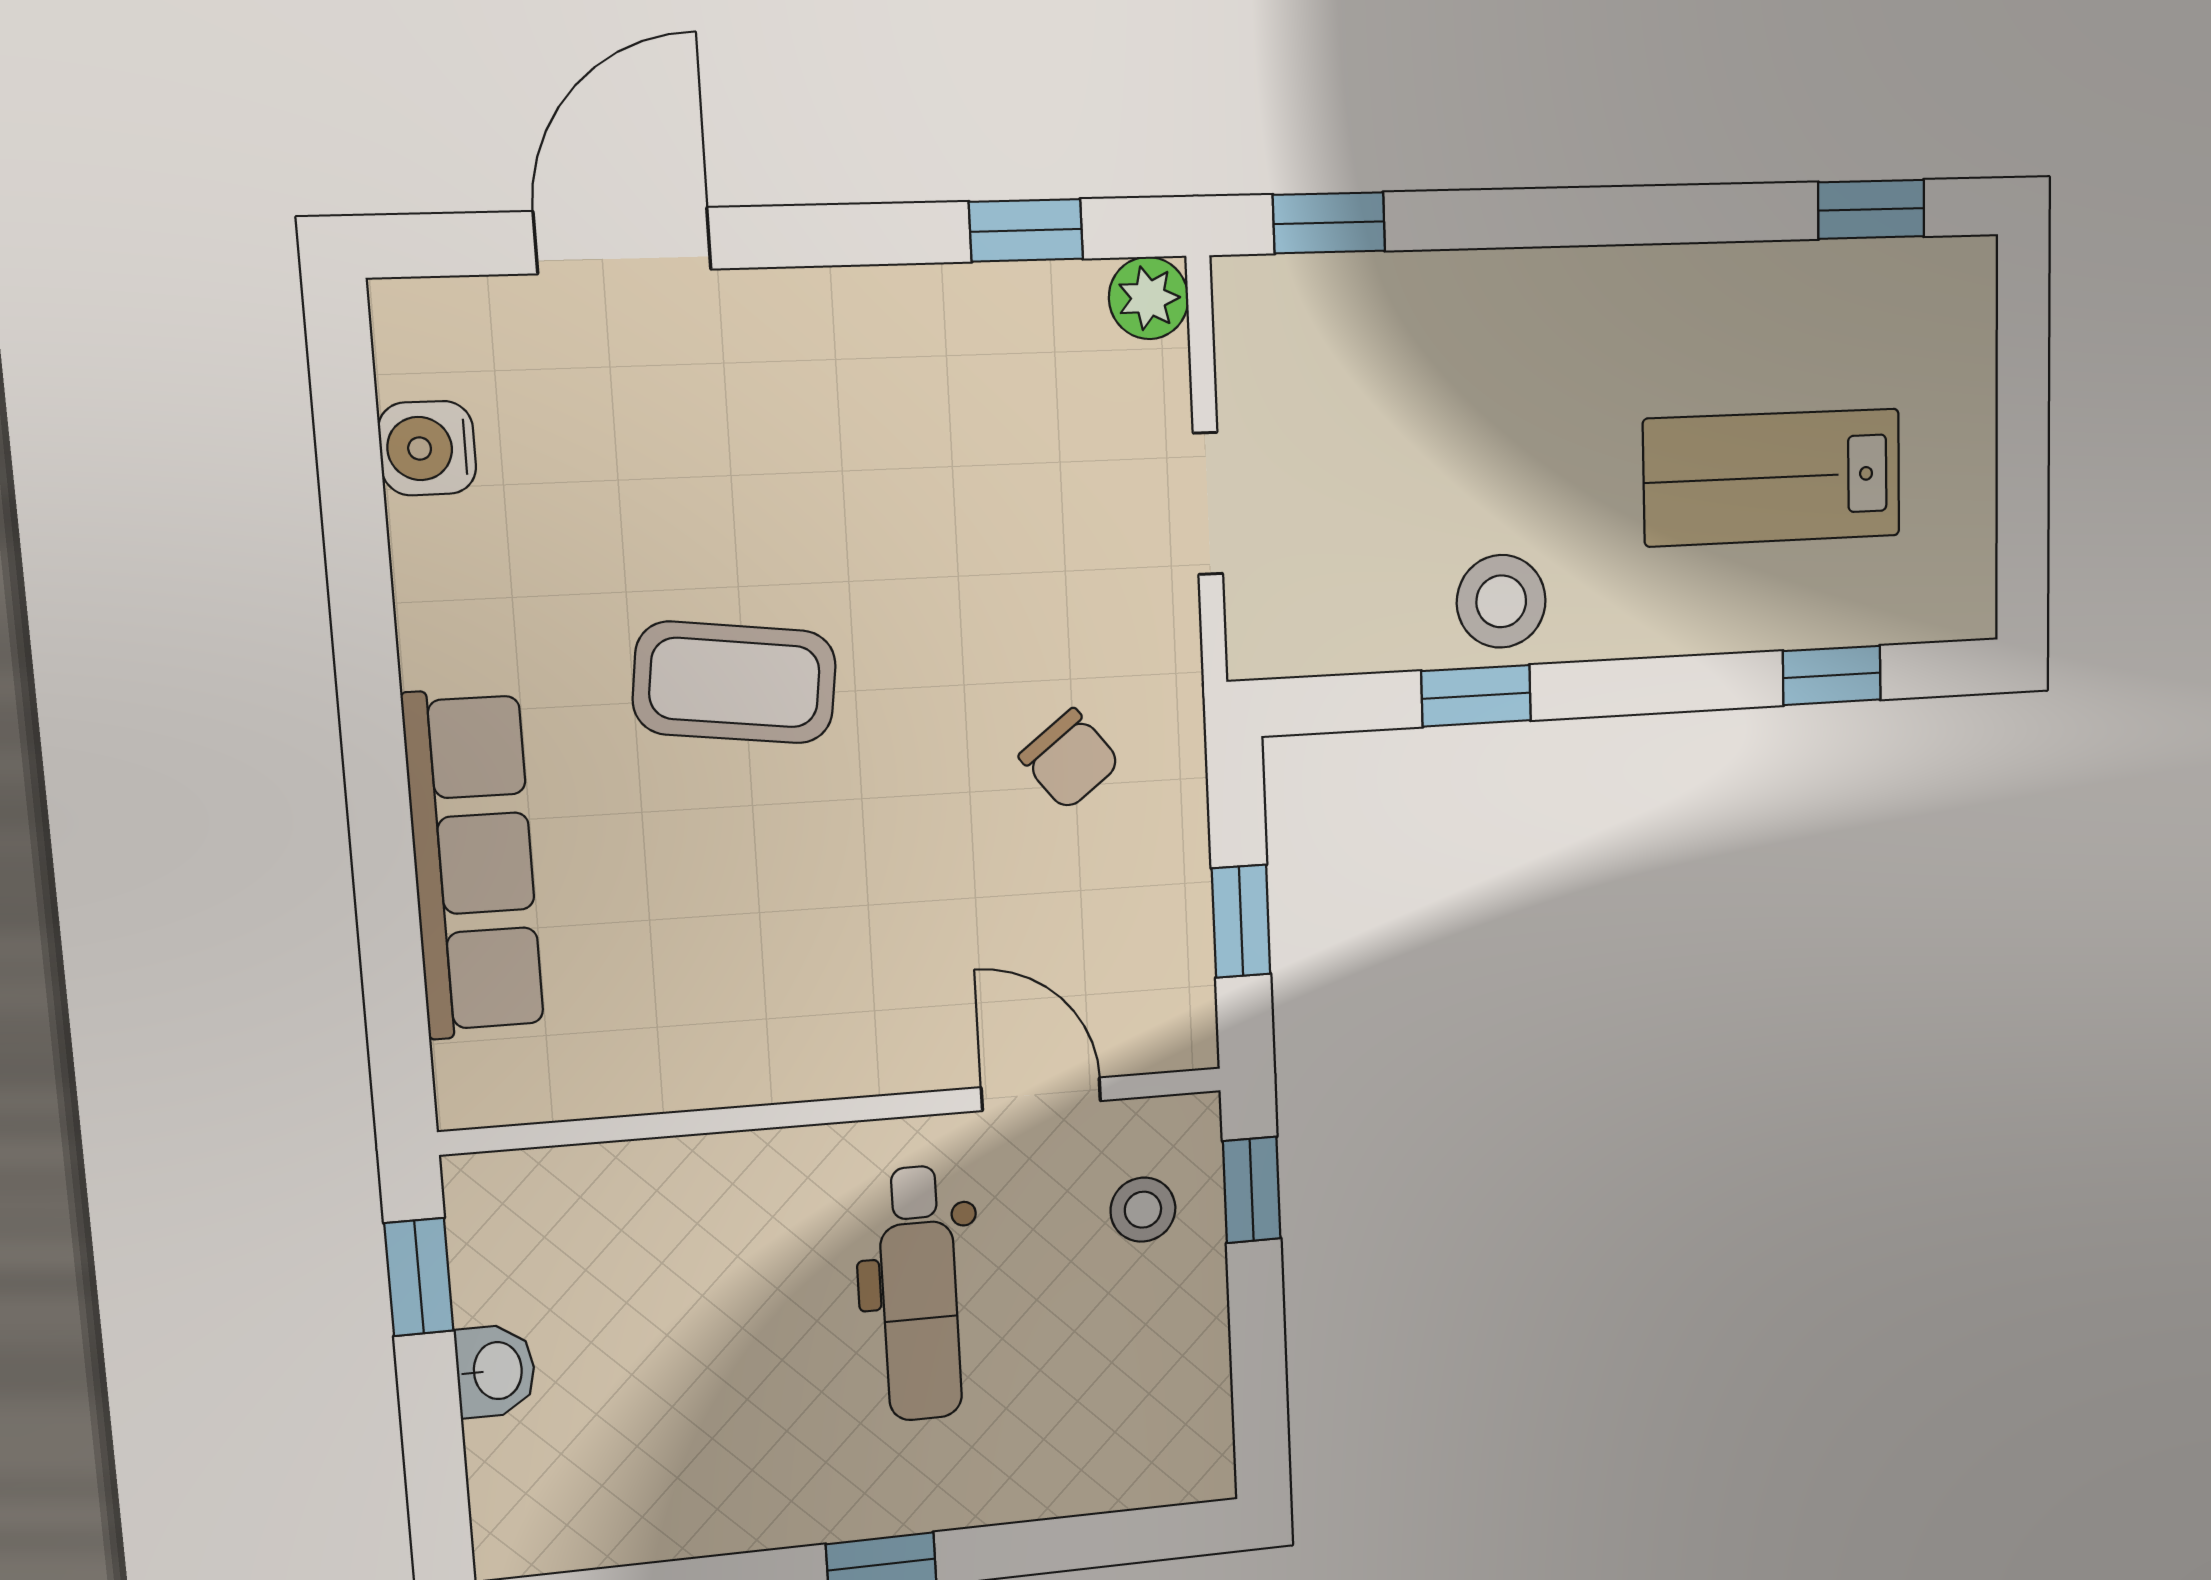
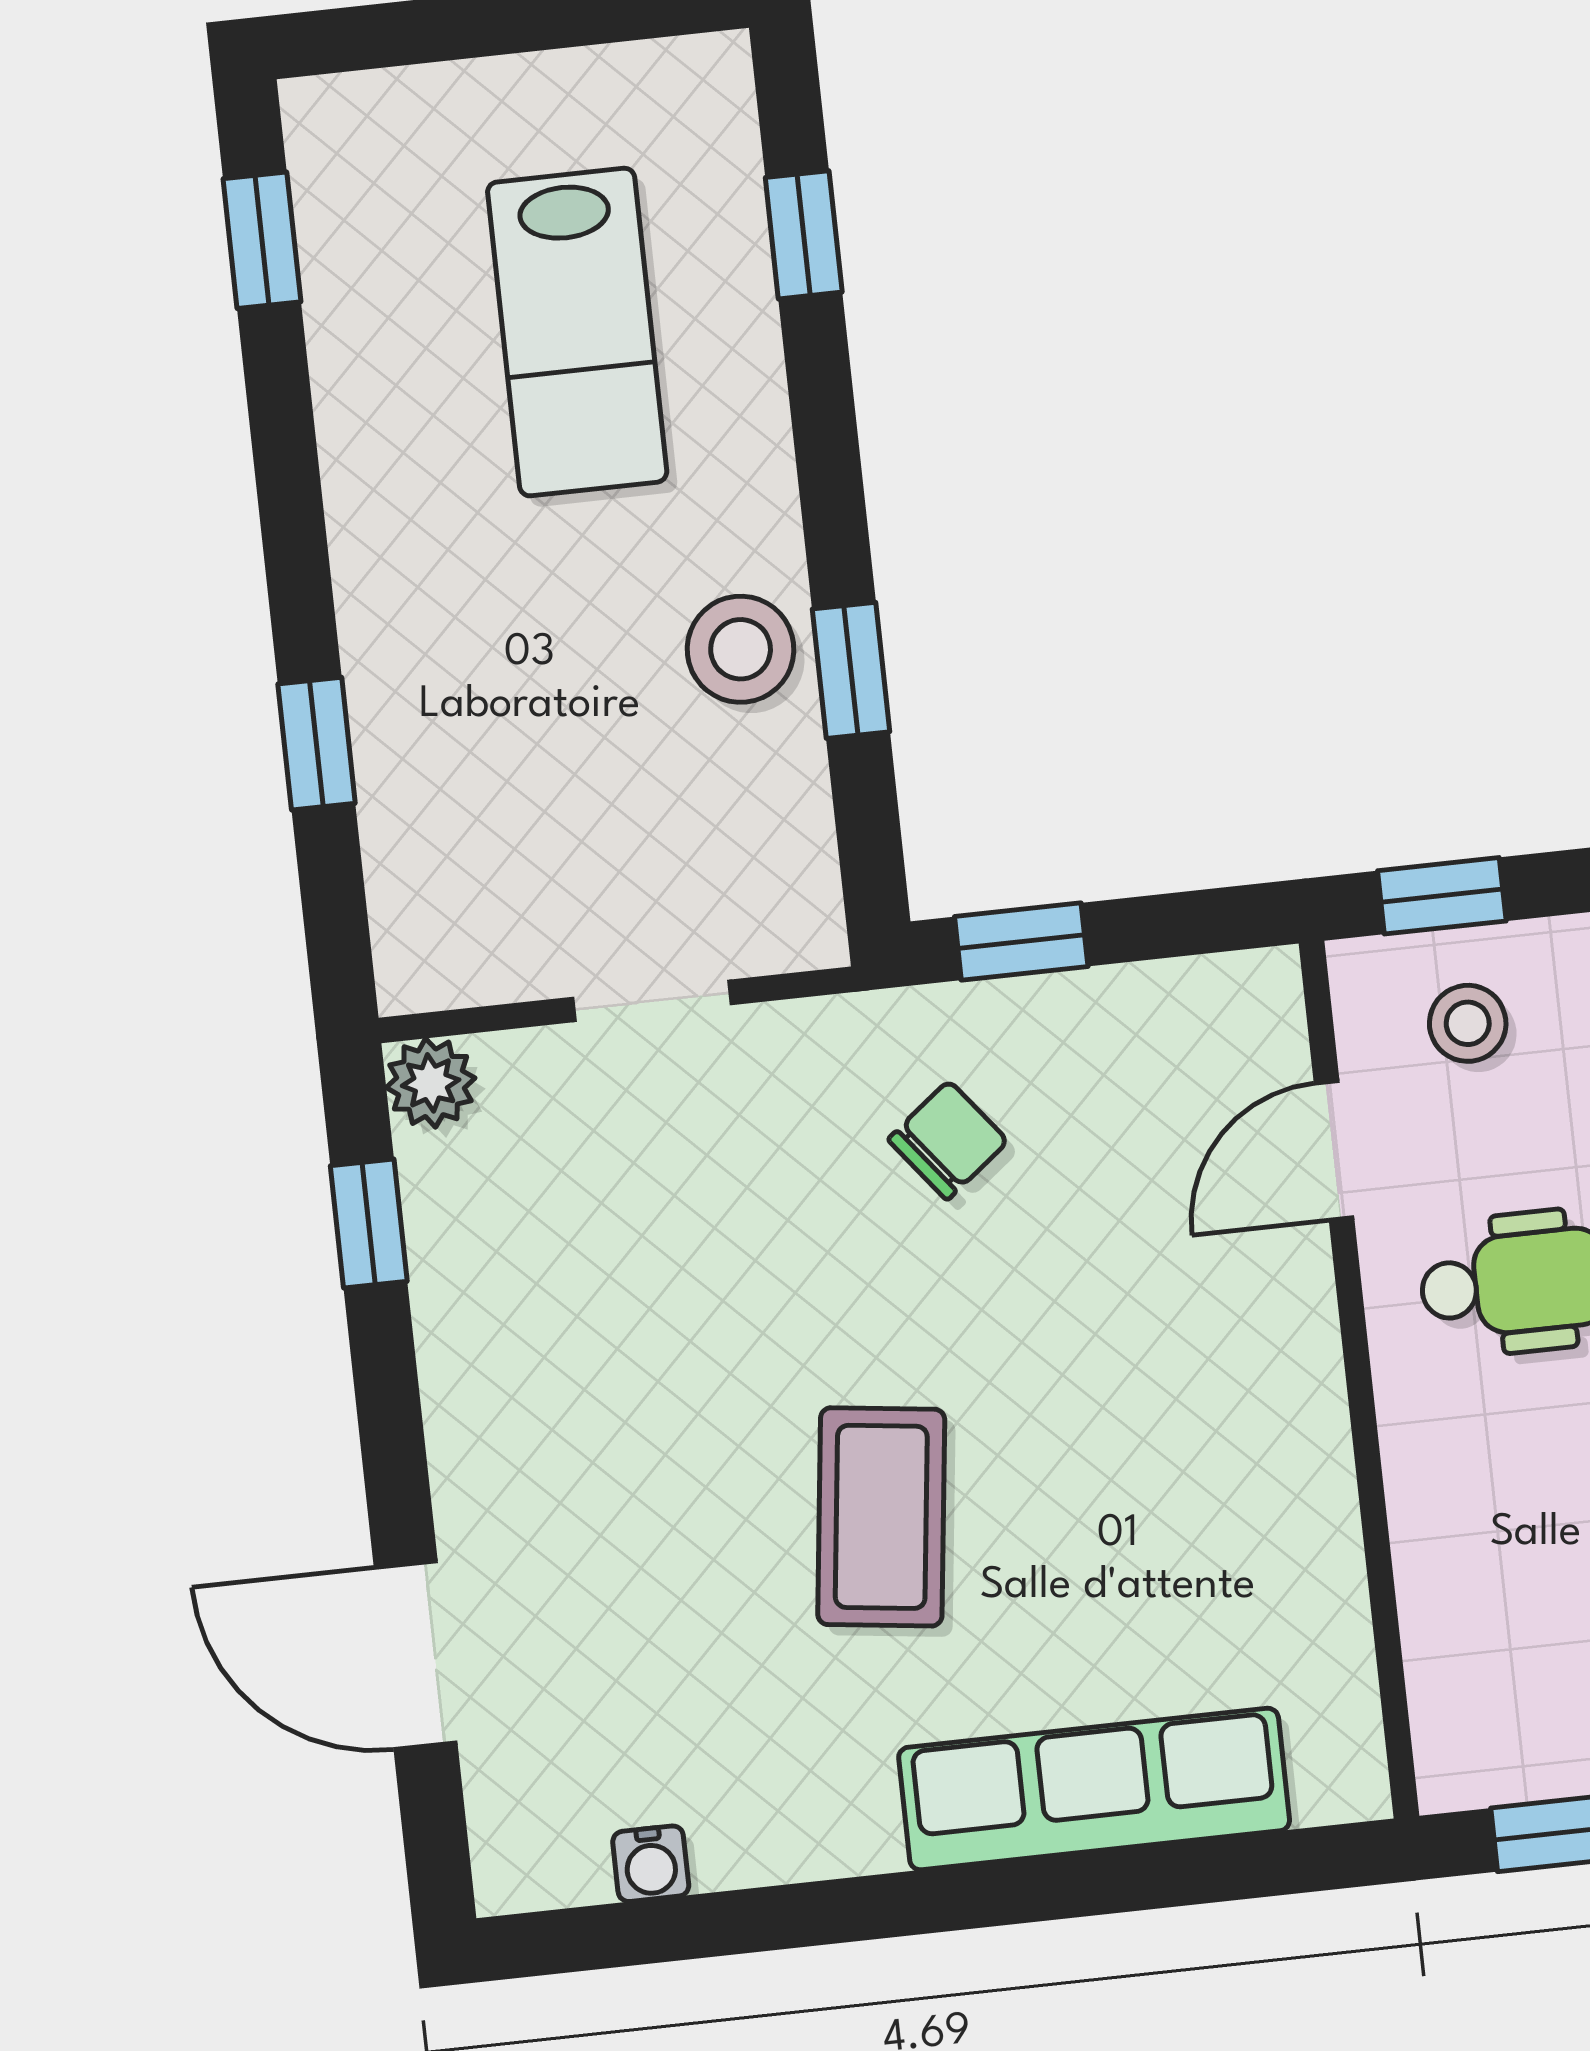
window: (1329, 223) -> (317, 744), moved
water cooler: (427, 448) -> (651, 1864), width x0.72, depth x0.72
window: (1241, 921) -> (1021, 942), moved

